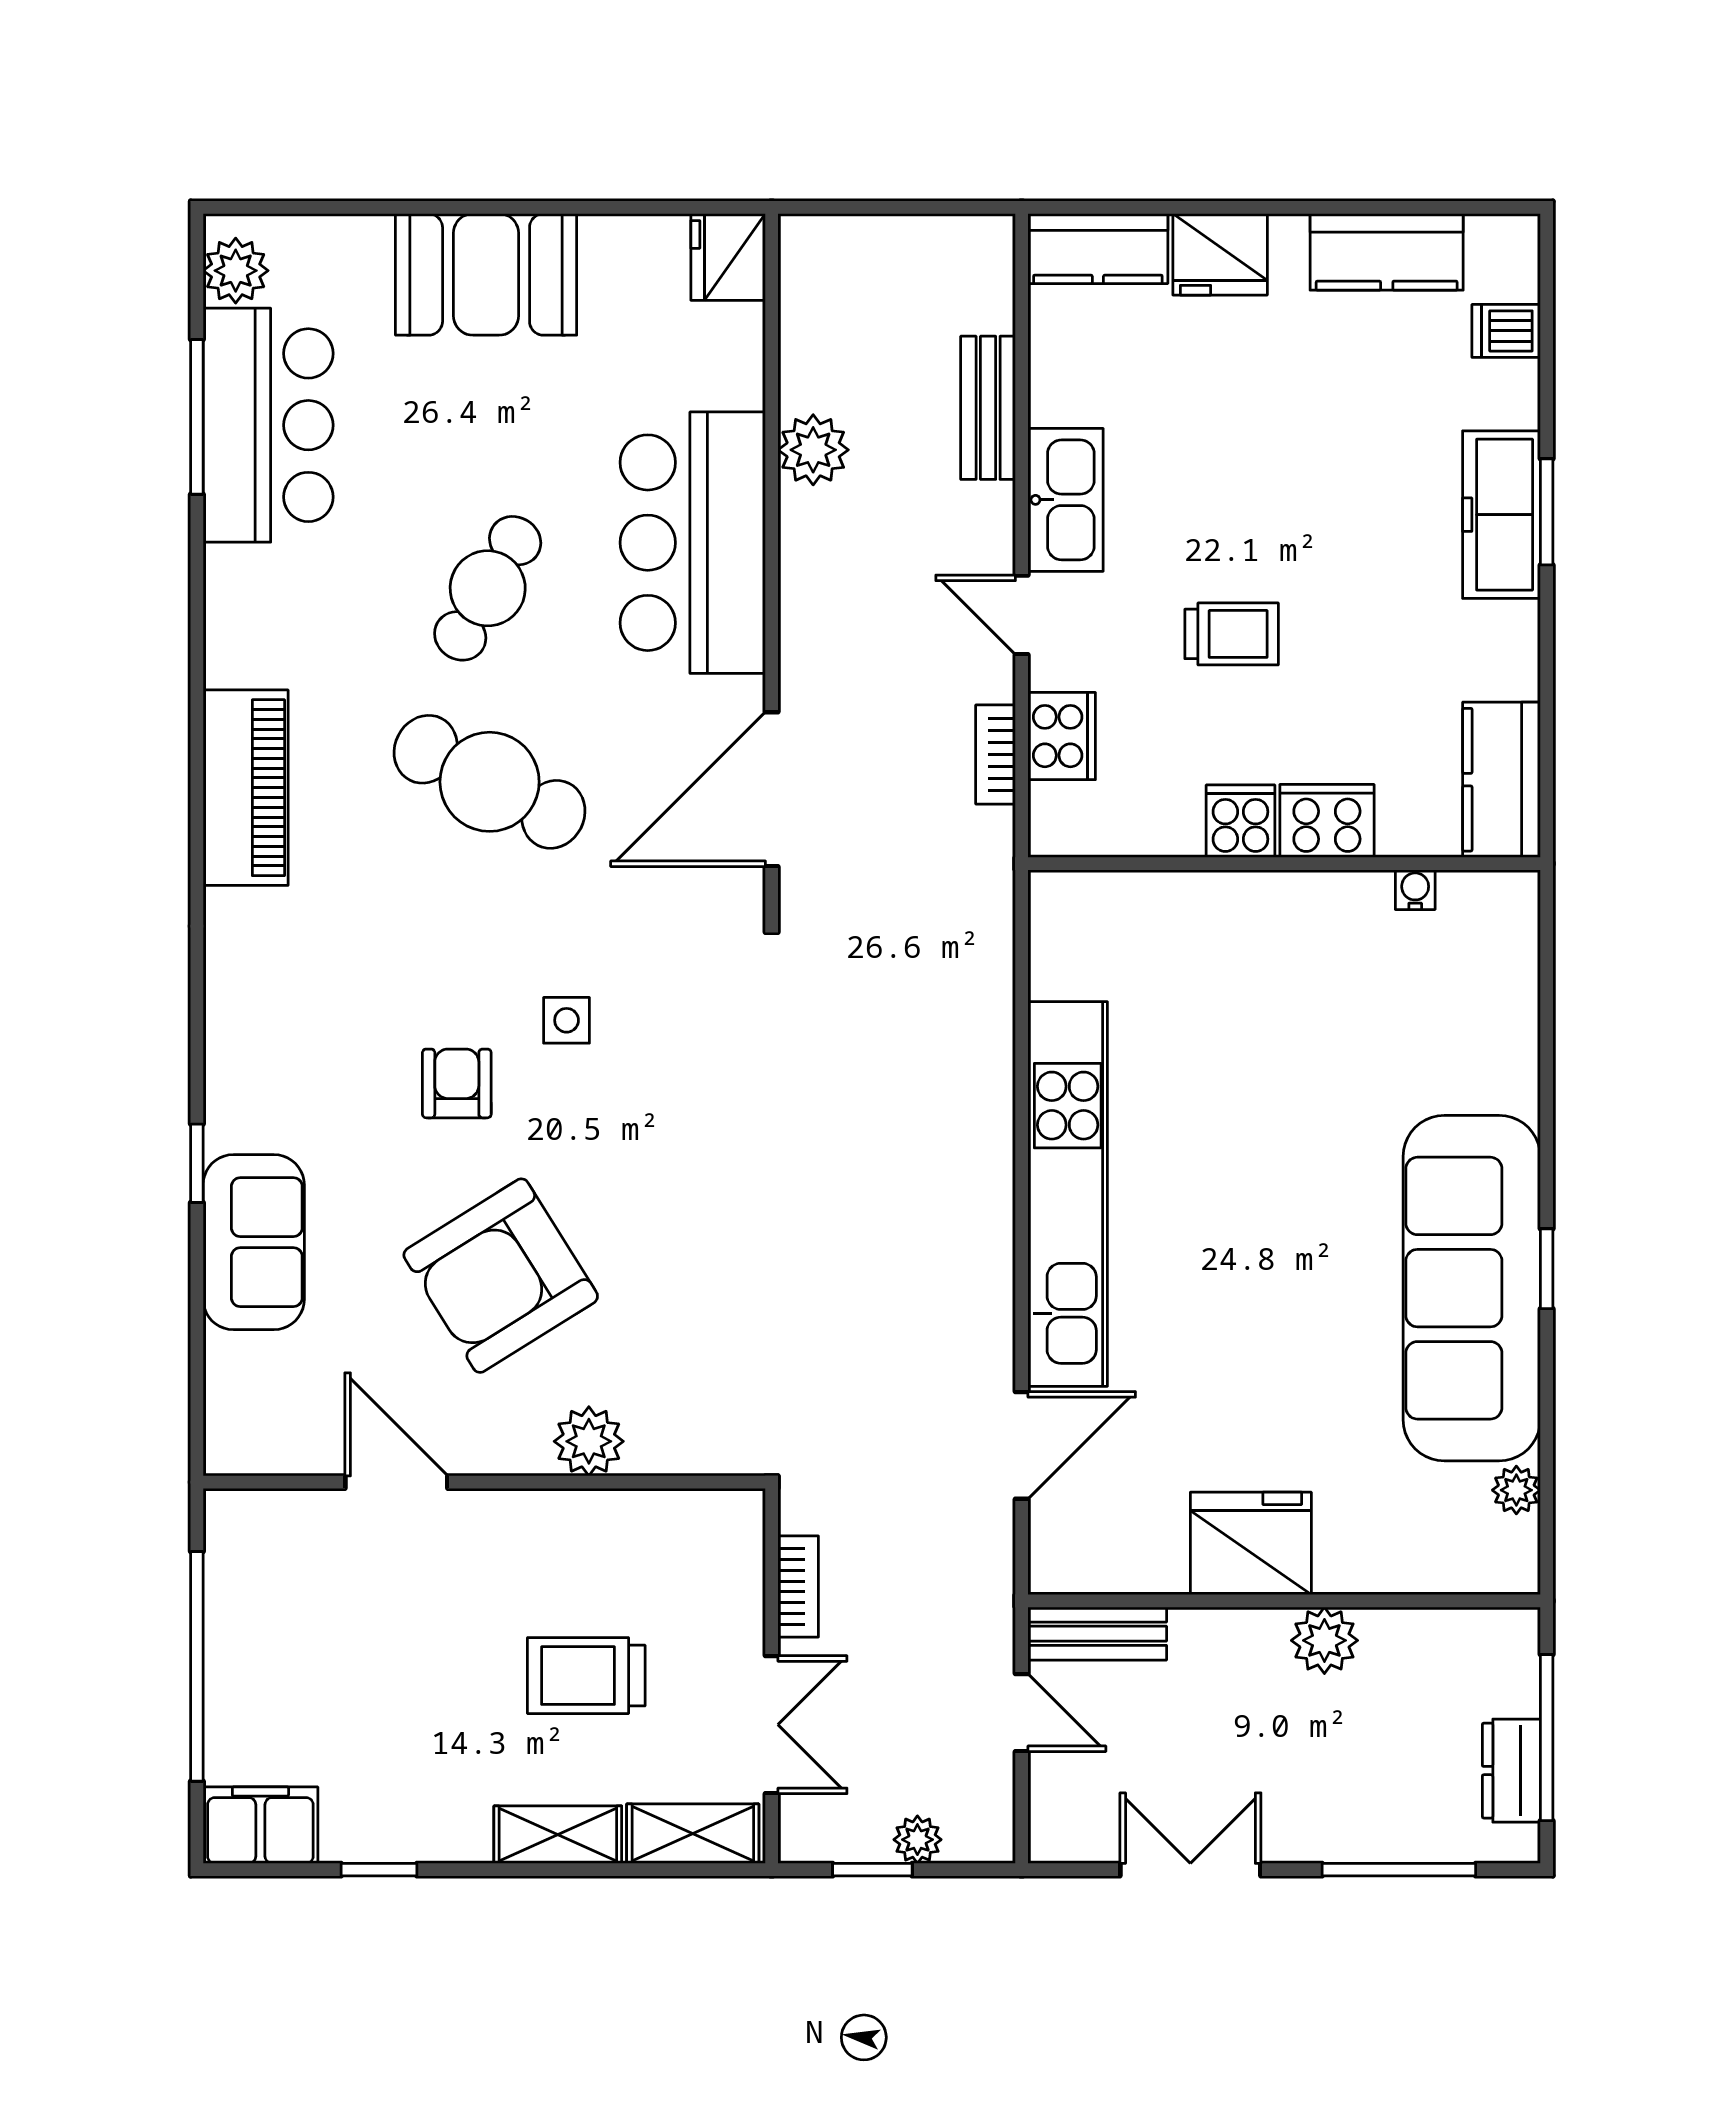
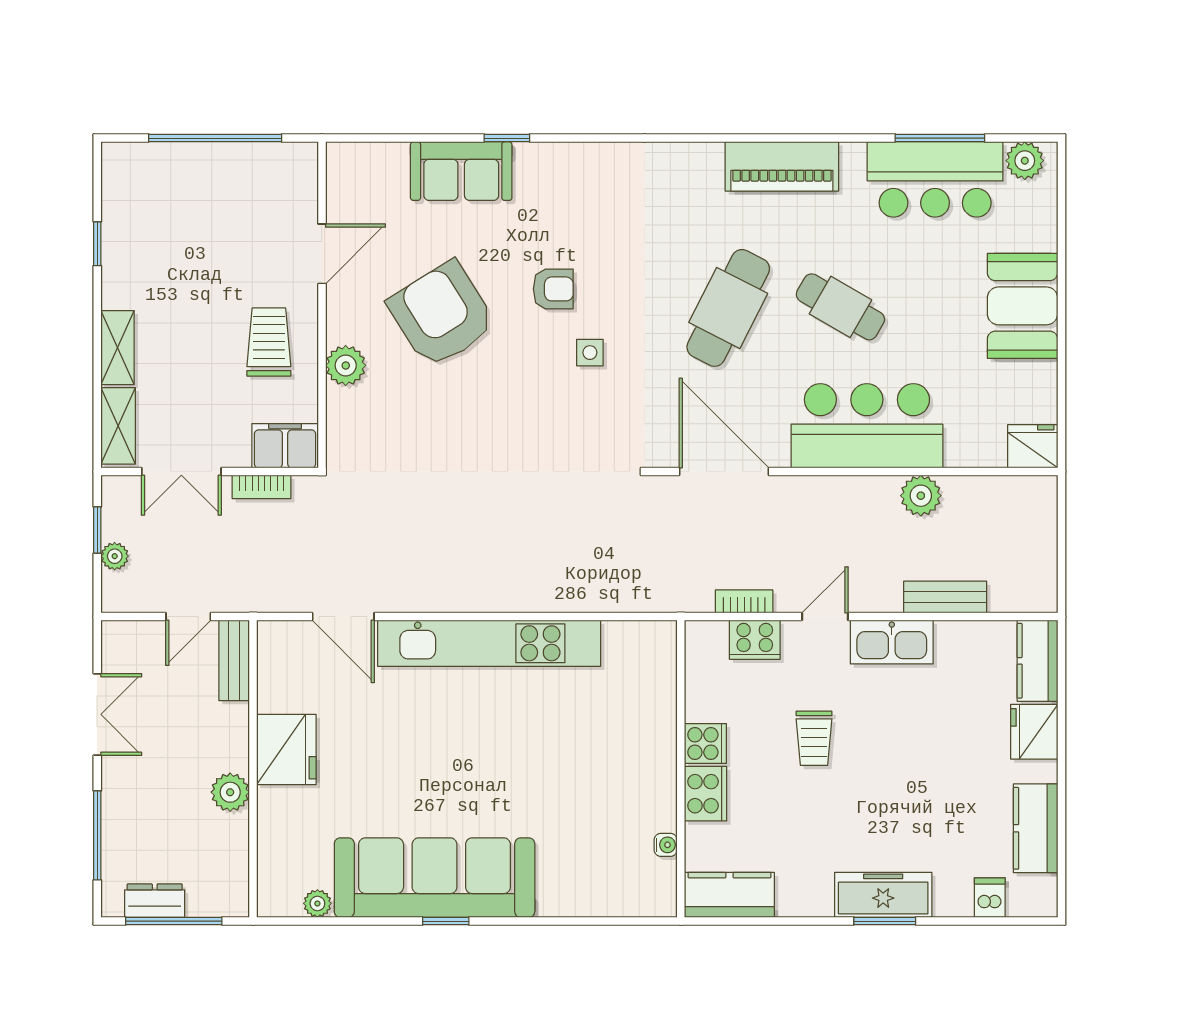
piano: (246, 788) -> (782, 166), moved
trolley: (586, 1676) -> (269, 342), moved
filing cabinet: (260, 1825) -> (285, 446), moved, turned -90

